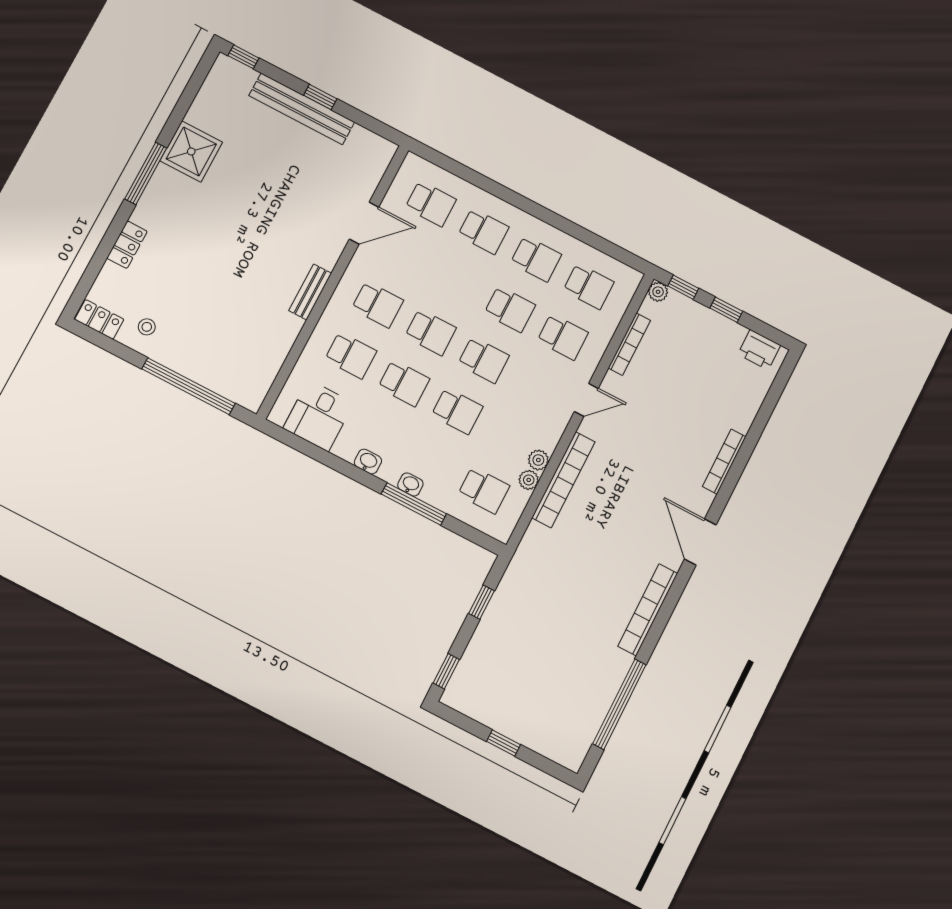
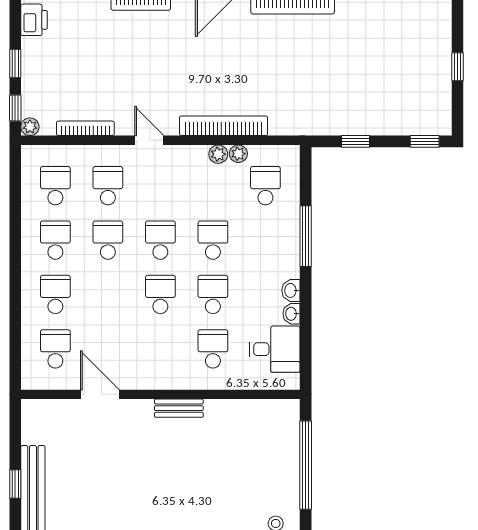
school desk: (377, 304) -> (160, 349), removed
washbasin: (410, 484) -> (292, 314), moved

